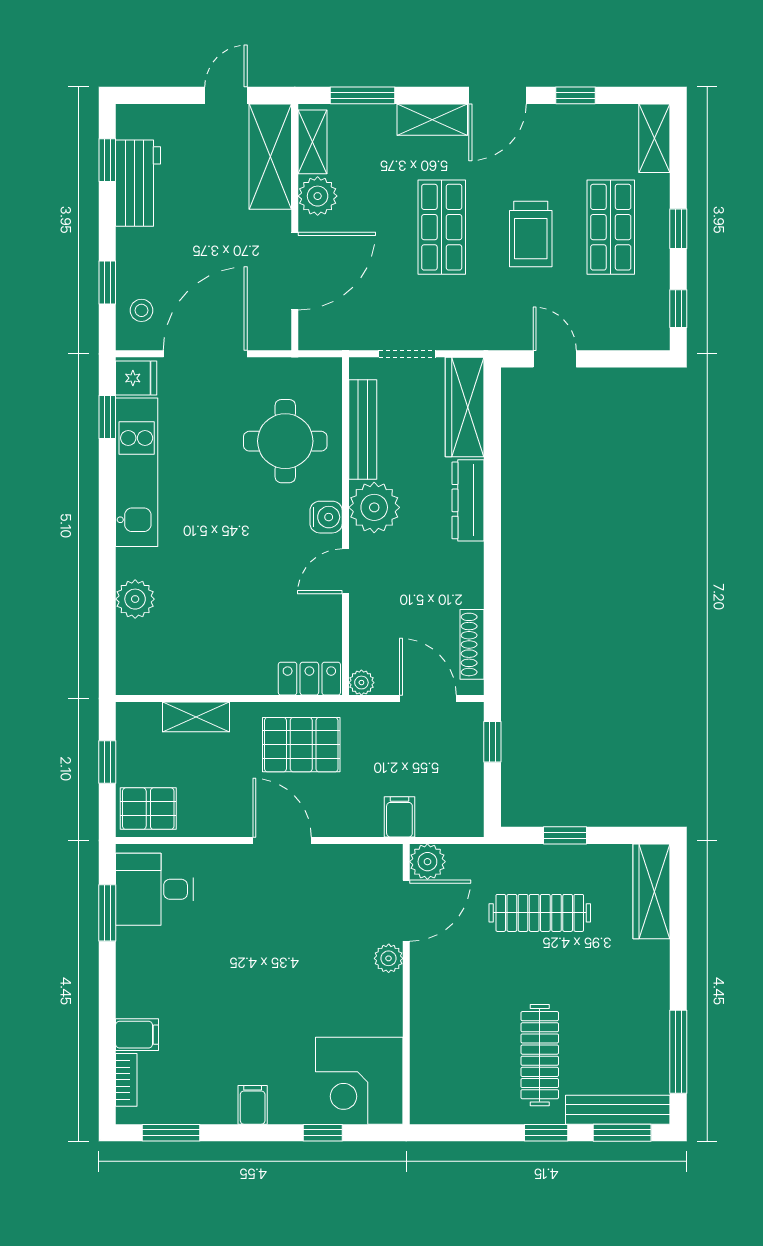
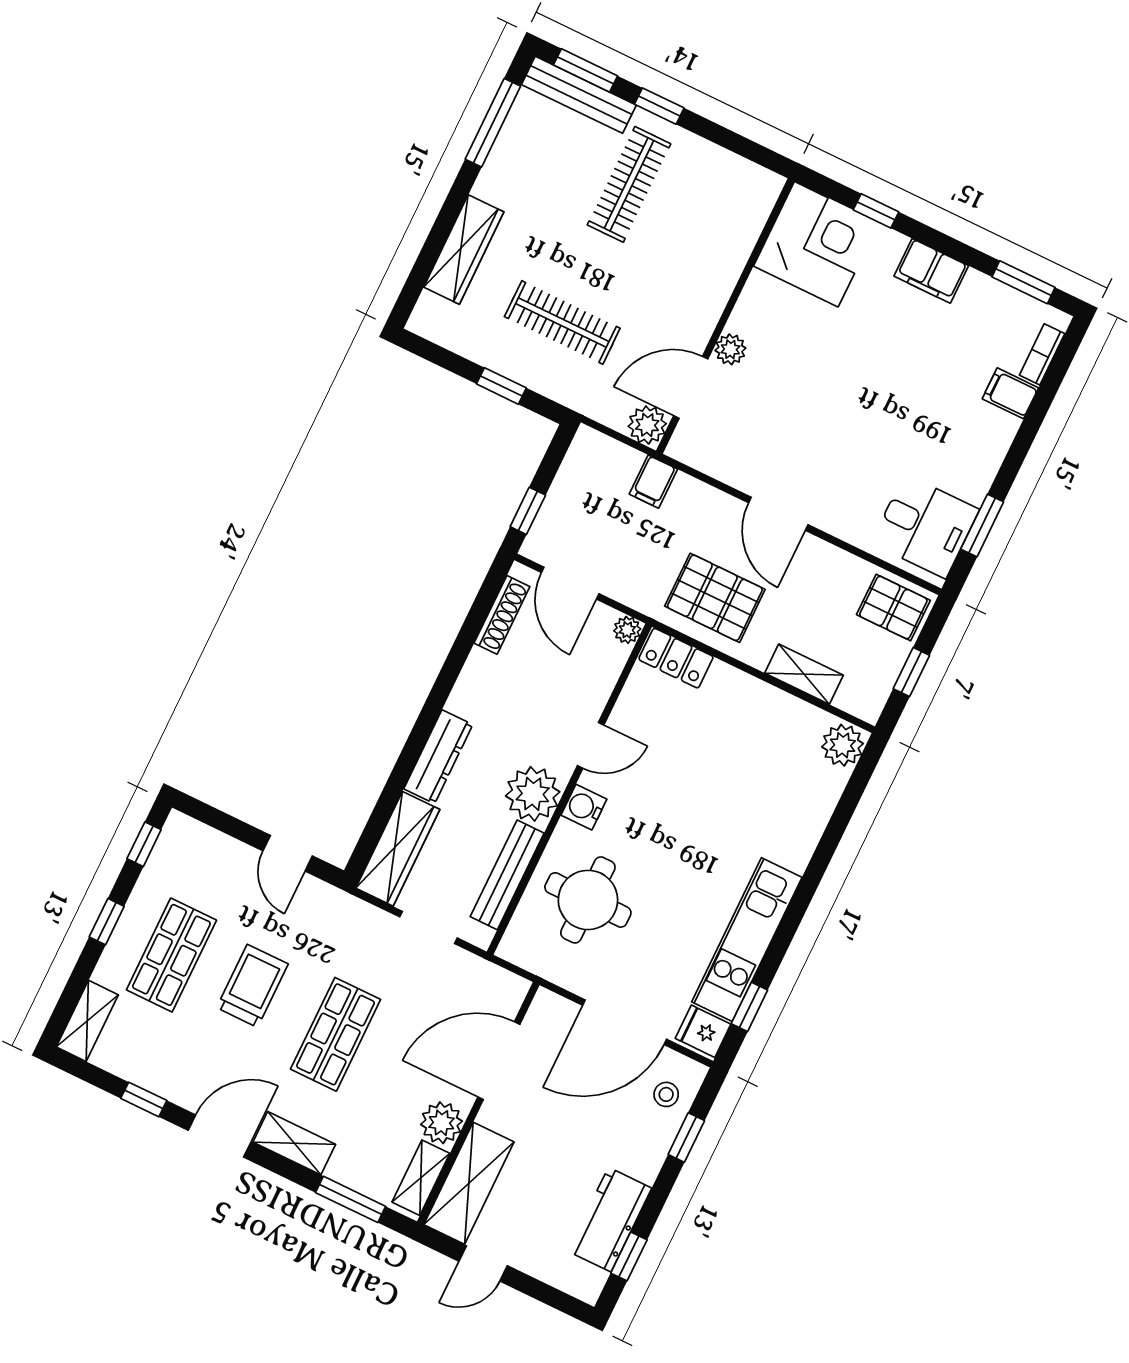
plant: (135, 599) -> (843, 745), moved
wardrobe: (651, 891) -> (464, 250), moved
filing cabinet: (253, 1105) -> (931, 271), width x2.00

